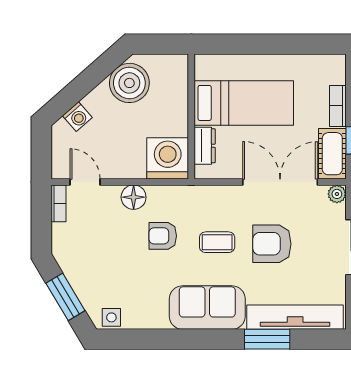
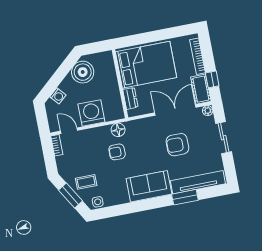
bed: (244, 103) -> (146, 65), width x1.50
bookcase: (338, 106) -> (198, 56), width x1.56
washing machine: (168, 158) -> (91, 113), moved
floor lamp: (134, 197) -> (118, 130), moved
coffee table: (217, 242) -> (86, 182), moved

